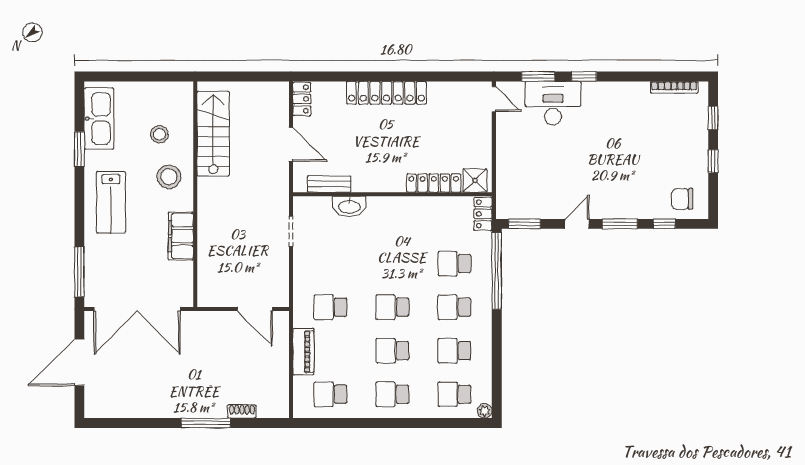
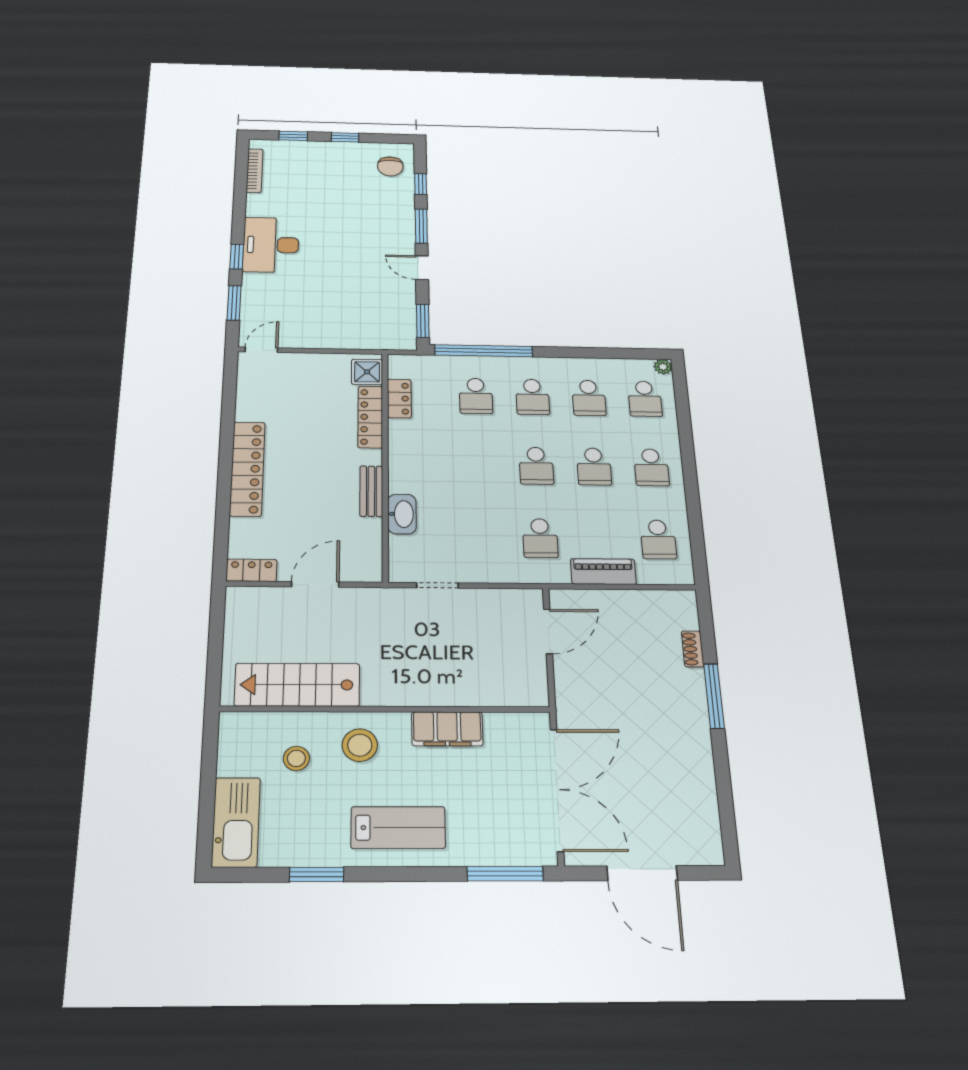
desk: (553, 103) -> (271, 245), moved
kitchen sink: (99, 119) -> (236, 822), moved, turned 90
bench: (329, 184) -> (371, 491), moved
locker: (483, 214) -> (399, 399), moved, turned -90

